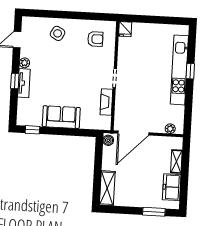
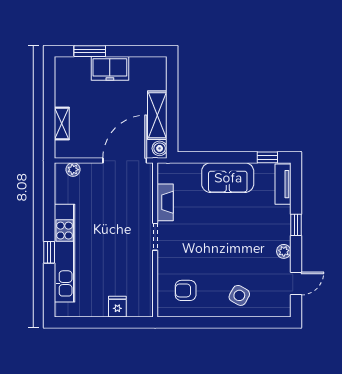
fridge: (125, 29) -> (117, 307), moved
tv unit: (24, 83) -> (283, 184), moved
freezer: (172, 187) -> (110, 68), moved, turned 90
shelving: (107, 188) -> (157, 115), moved

